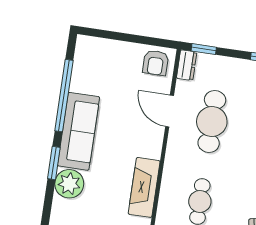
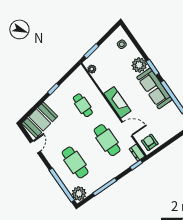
fireplace: (144, 187) -> (117, 102), moved

